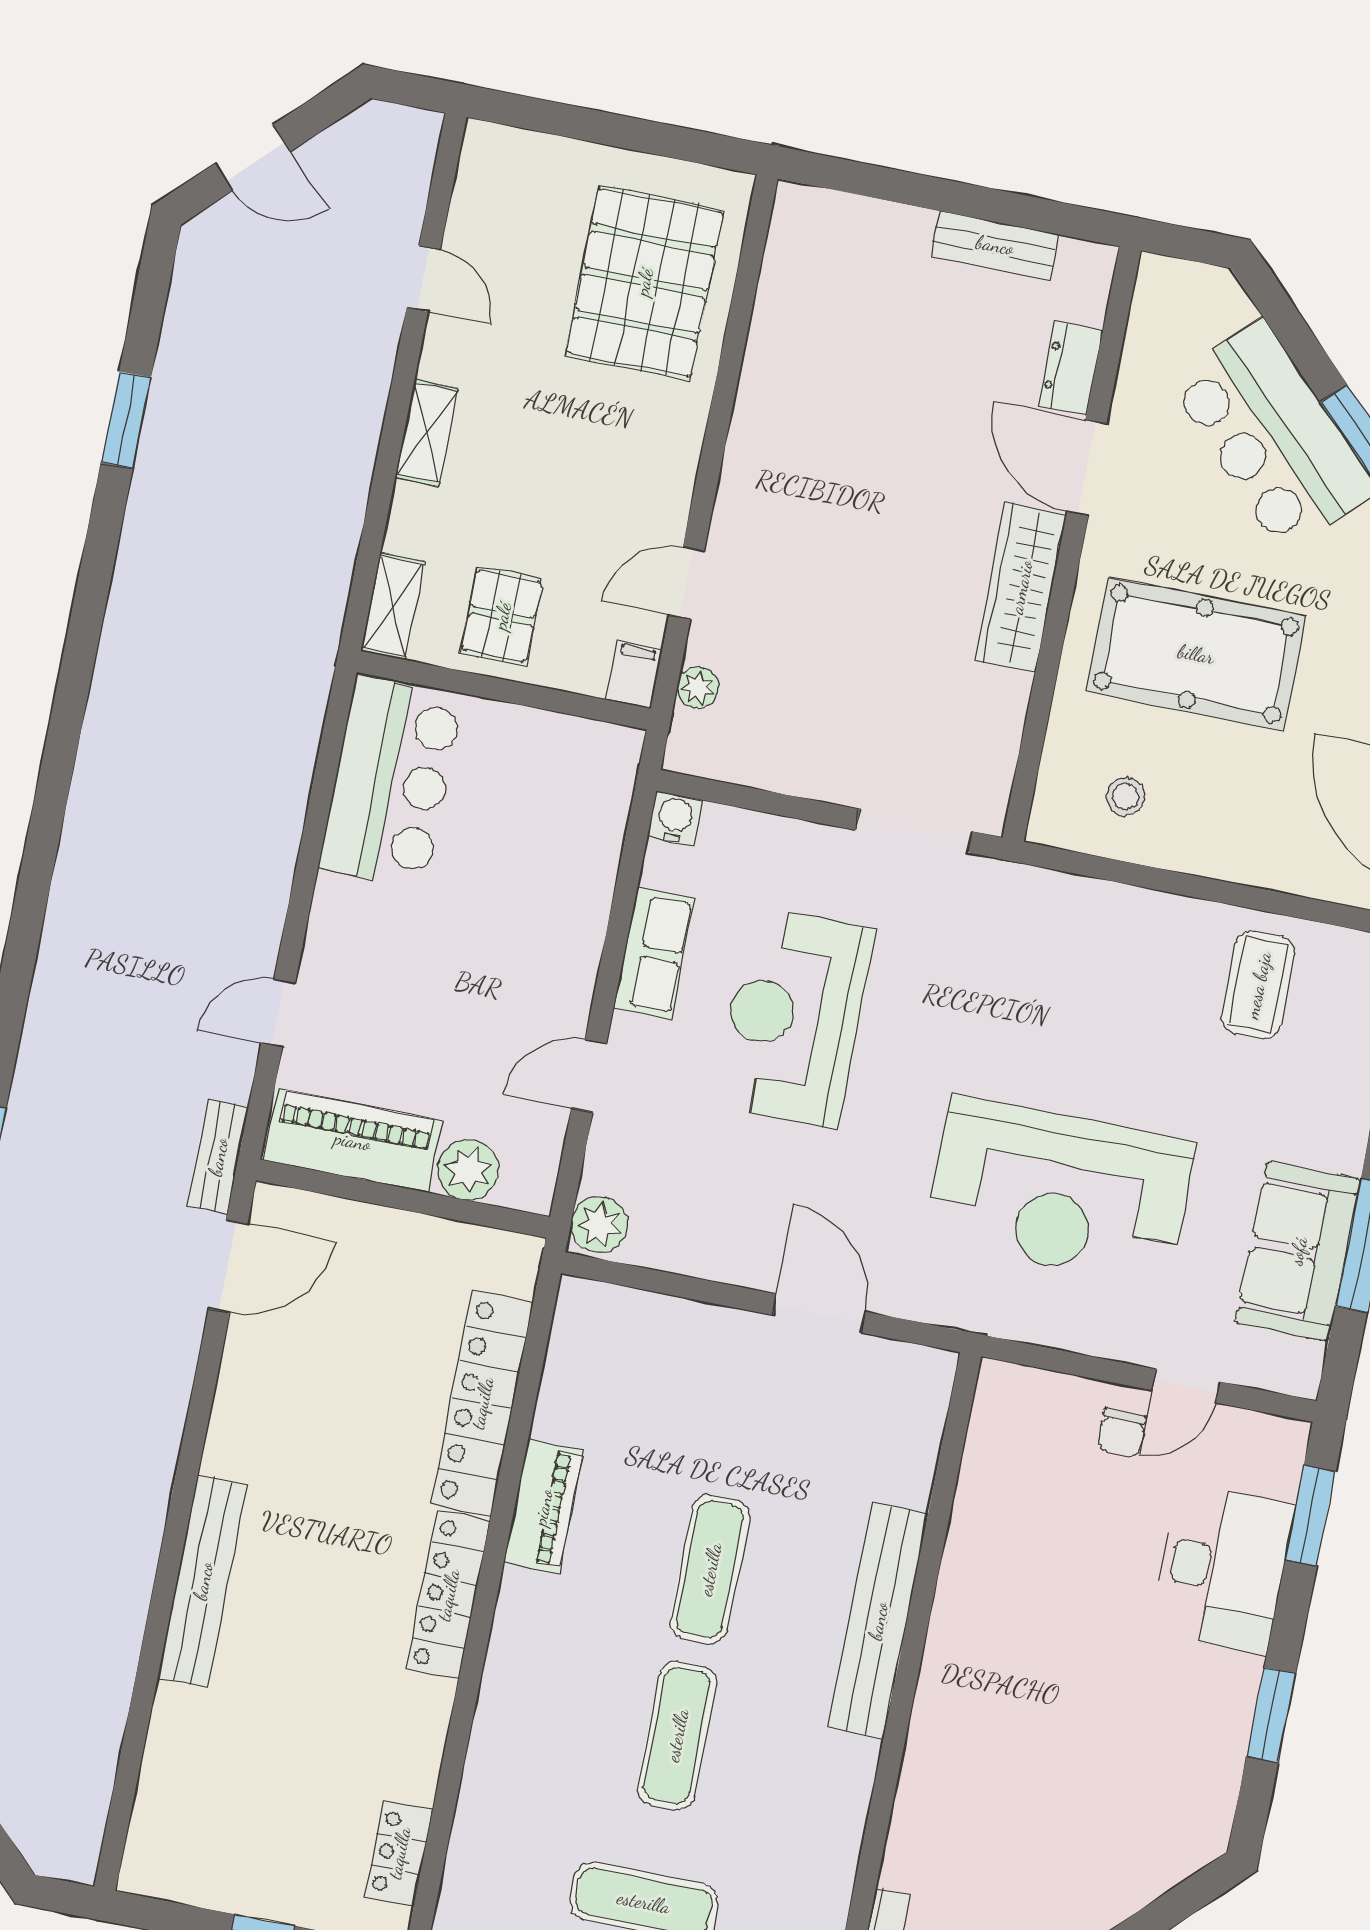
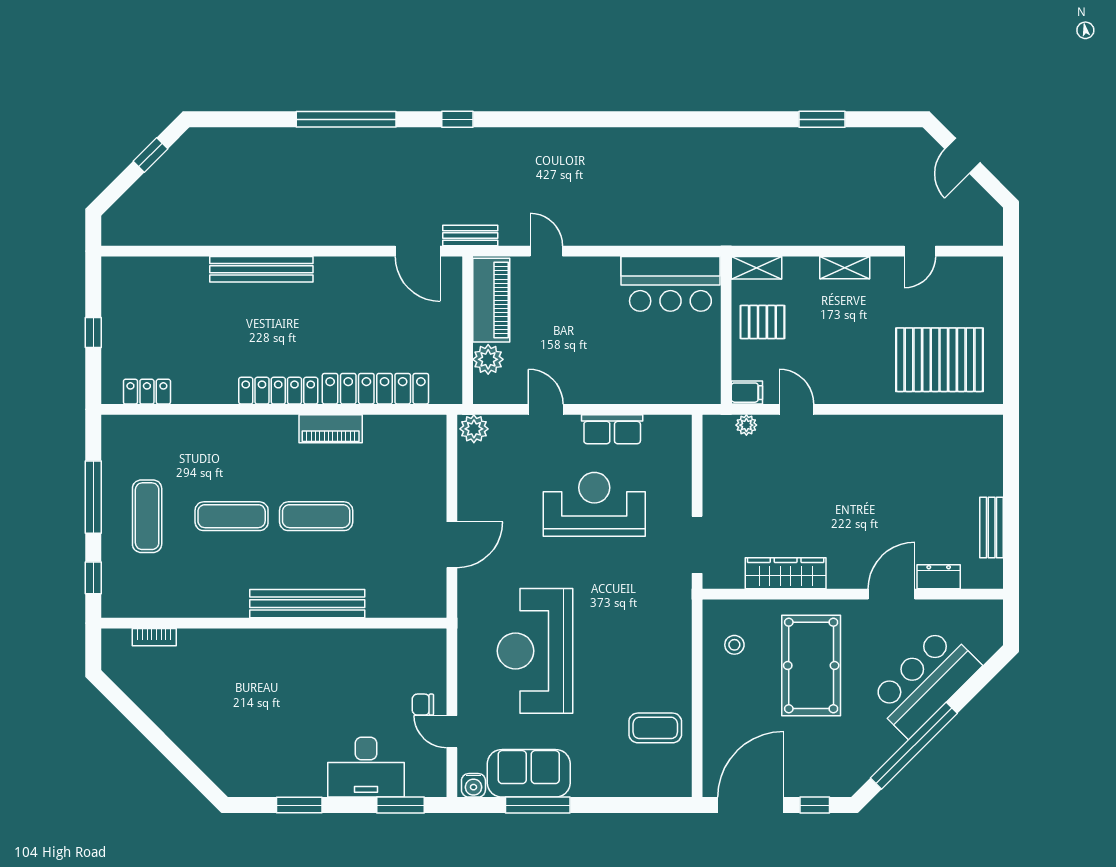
wardrobe: (1021, 587) -> (786, 573), moved
water cooler: (675, 819) -> (473, 785), moved, turned 90

